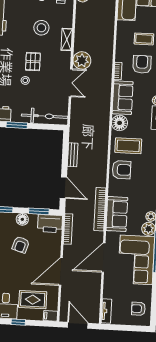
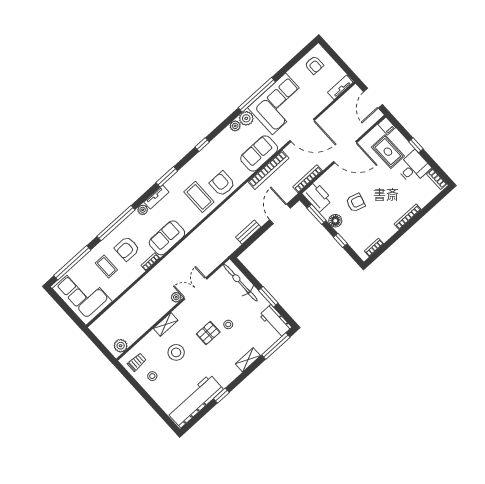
plant: (82, 60) -> (176, 297), width x0.53, depth x0.53
floor lamp: (120, 123) -> (188, 221), removed

